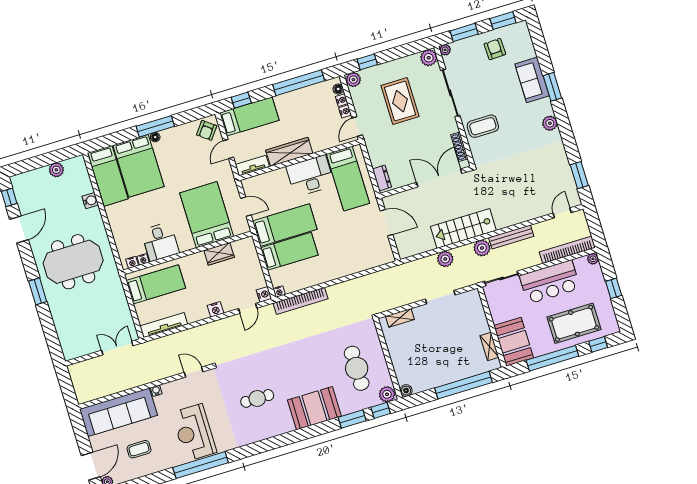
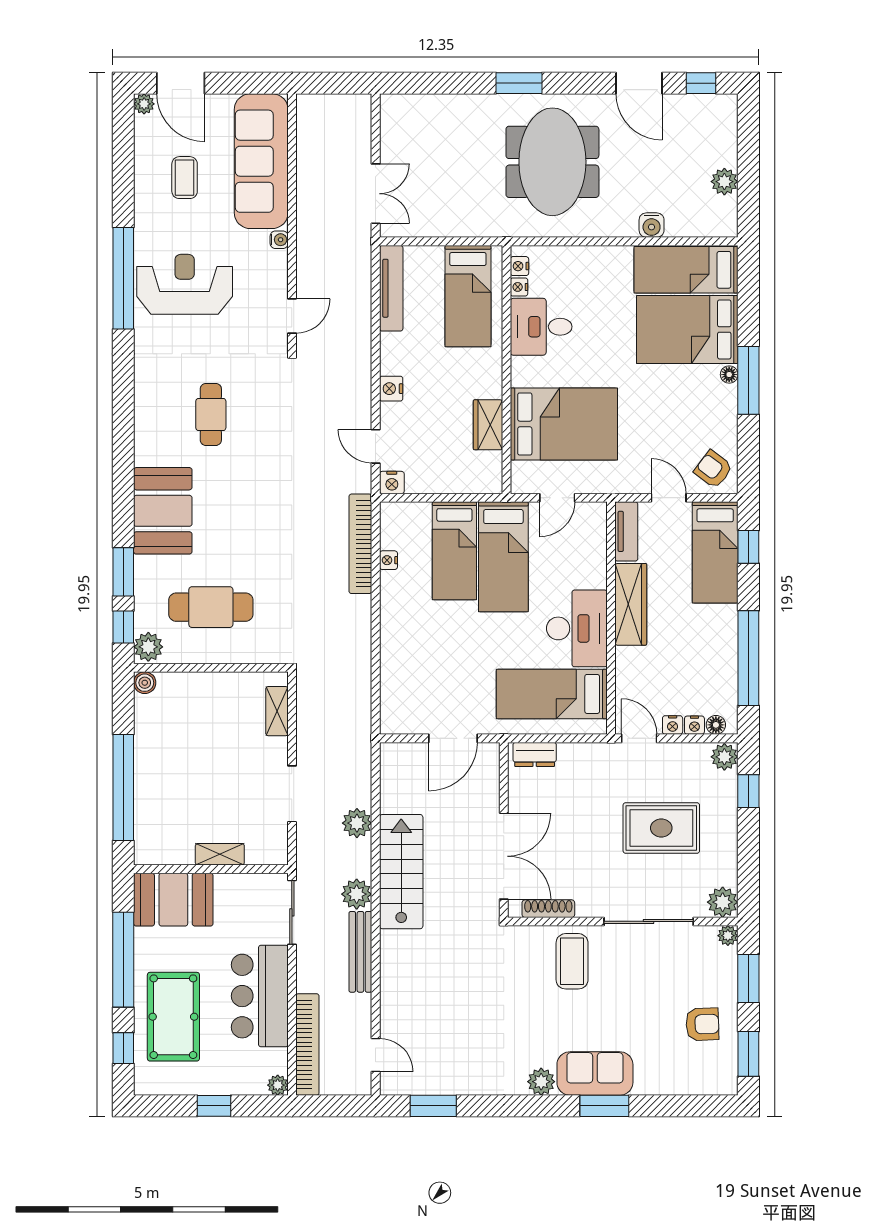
sofa: (532, 80) -> (595, 1074), moved
nightstand: (279, 292) -> (388, 560), moved
shelving: (489, 346) -> (220, 854), moved

